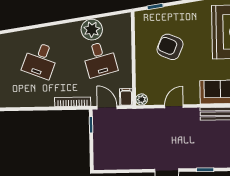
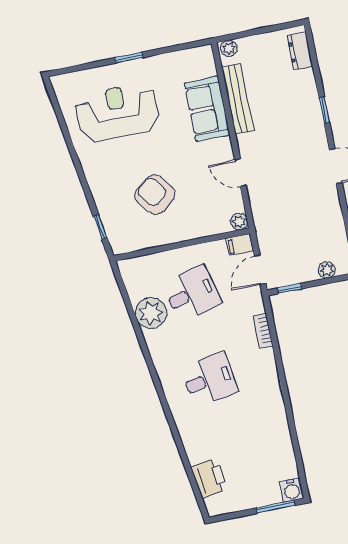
armchair: (170, 47) -> (155, 194), turned 119
desk: (40, 60) -> (209, 380), turned -30
bookcase: (73, 102) -> (263, 331), width x0.64
plant: (99, 152) -> (327, 270), added

